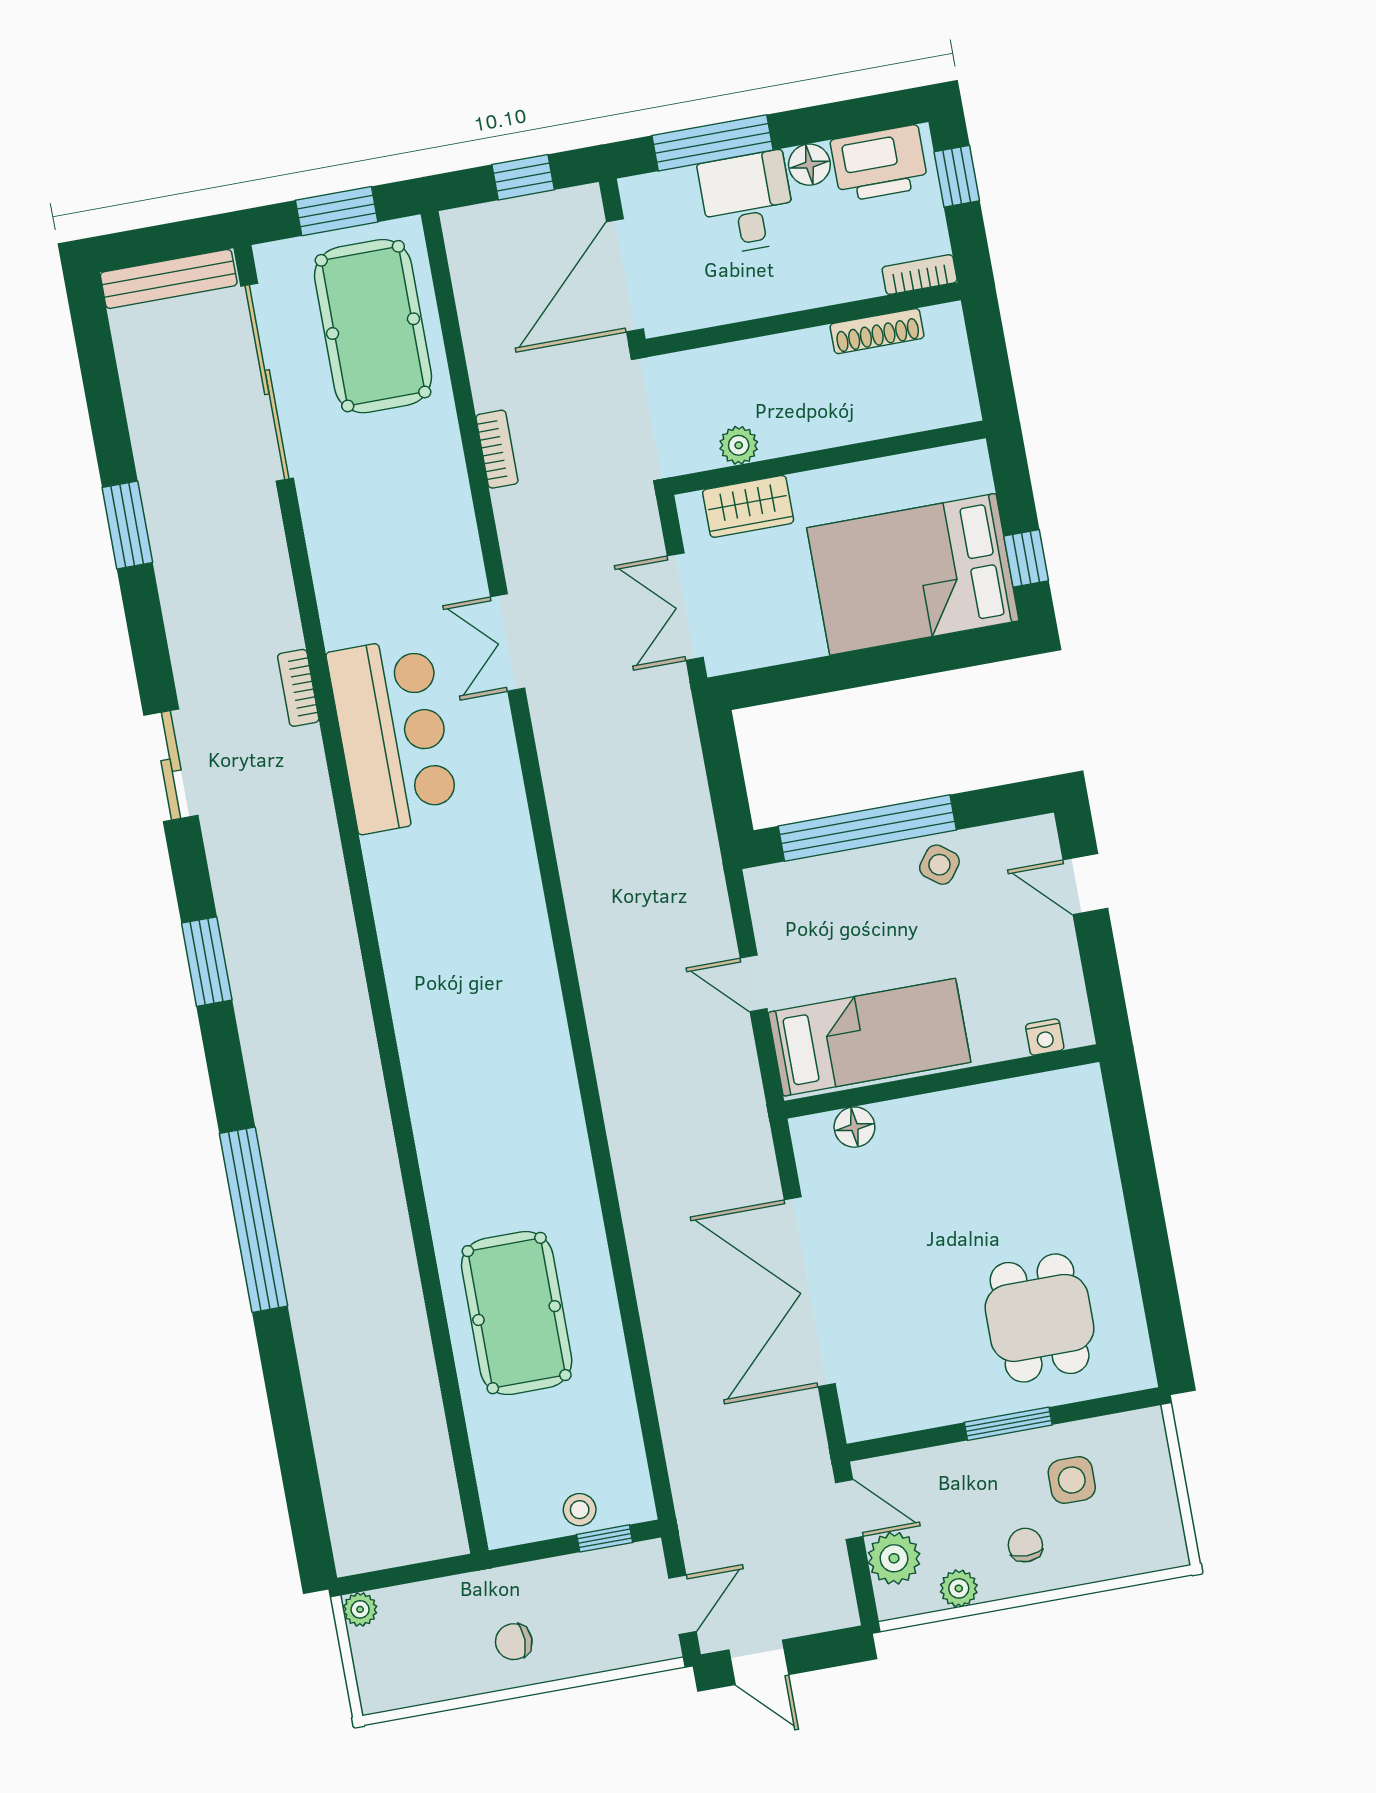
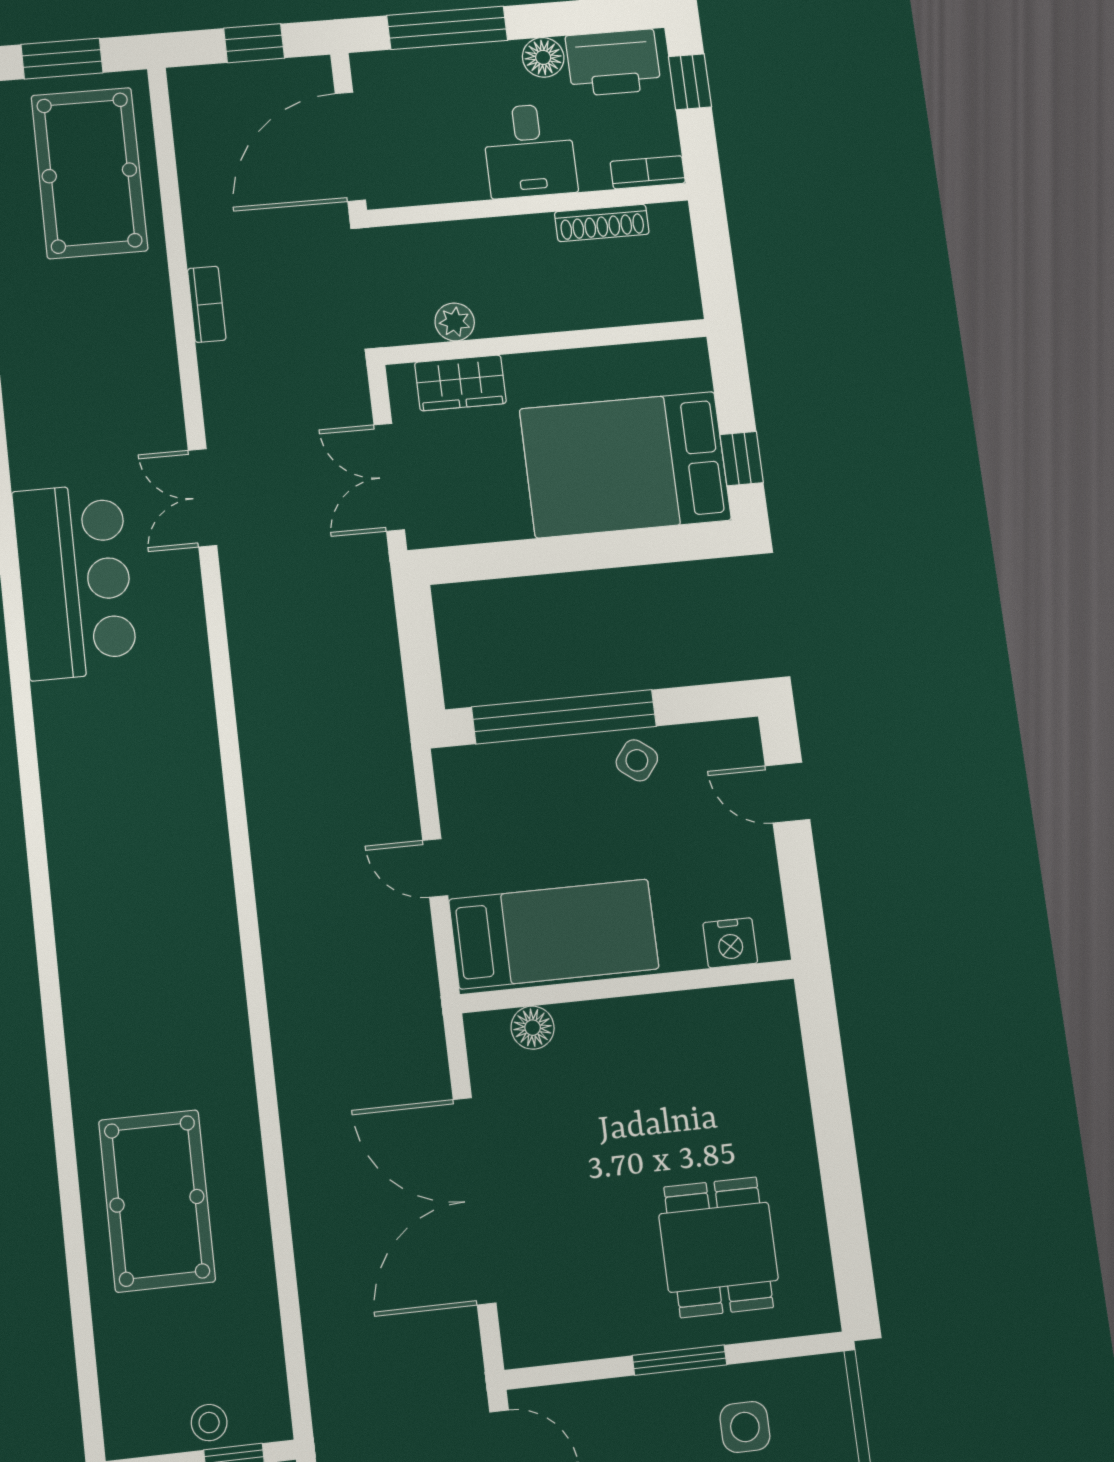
desk: (747, 203) -> (529, 151), moved, turned 180
nightstand: (1045, 1037) -> (730, 943), width x1.39, depth x1.35

